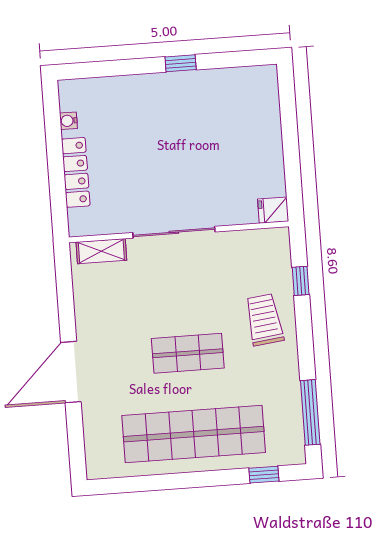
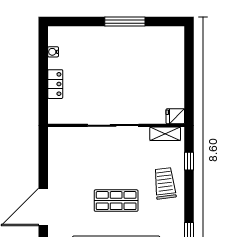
window: (181, 63) -> (125, 21), width x2.17
locker: (76, 172) -> (55, 84), width x0.66
shelving: (101, 251) -> (165, 134), moved

